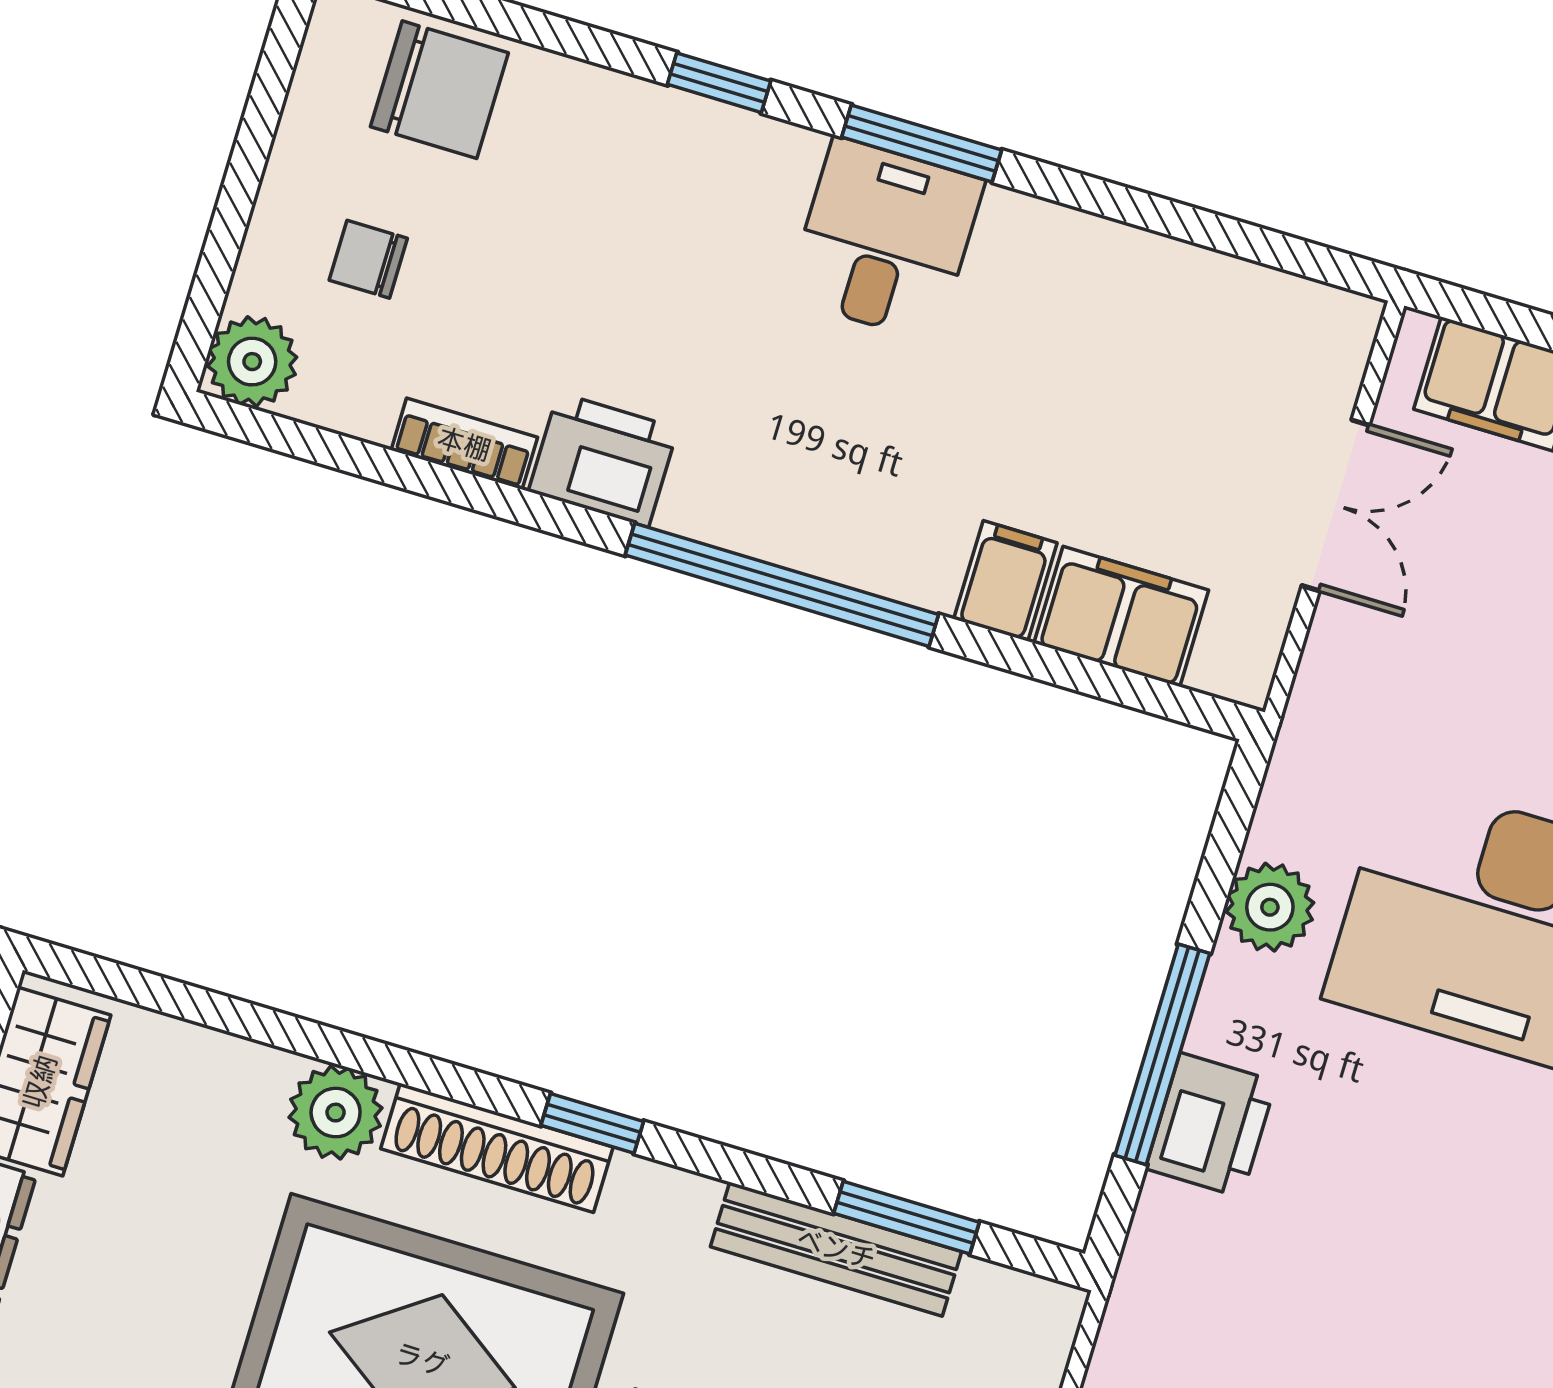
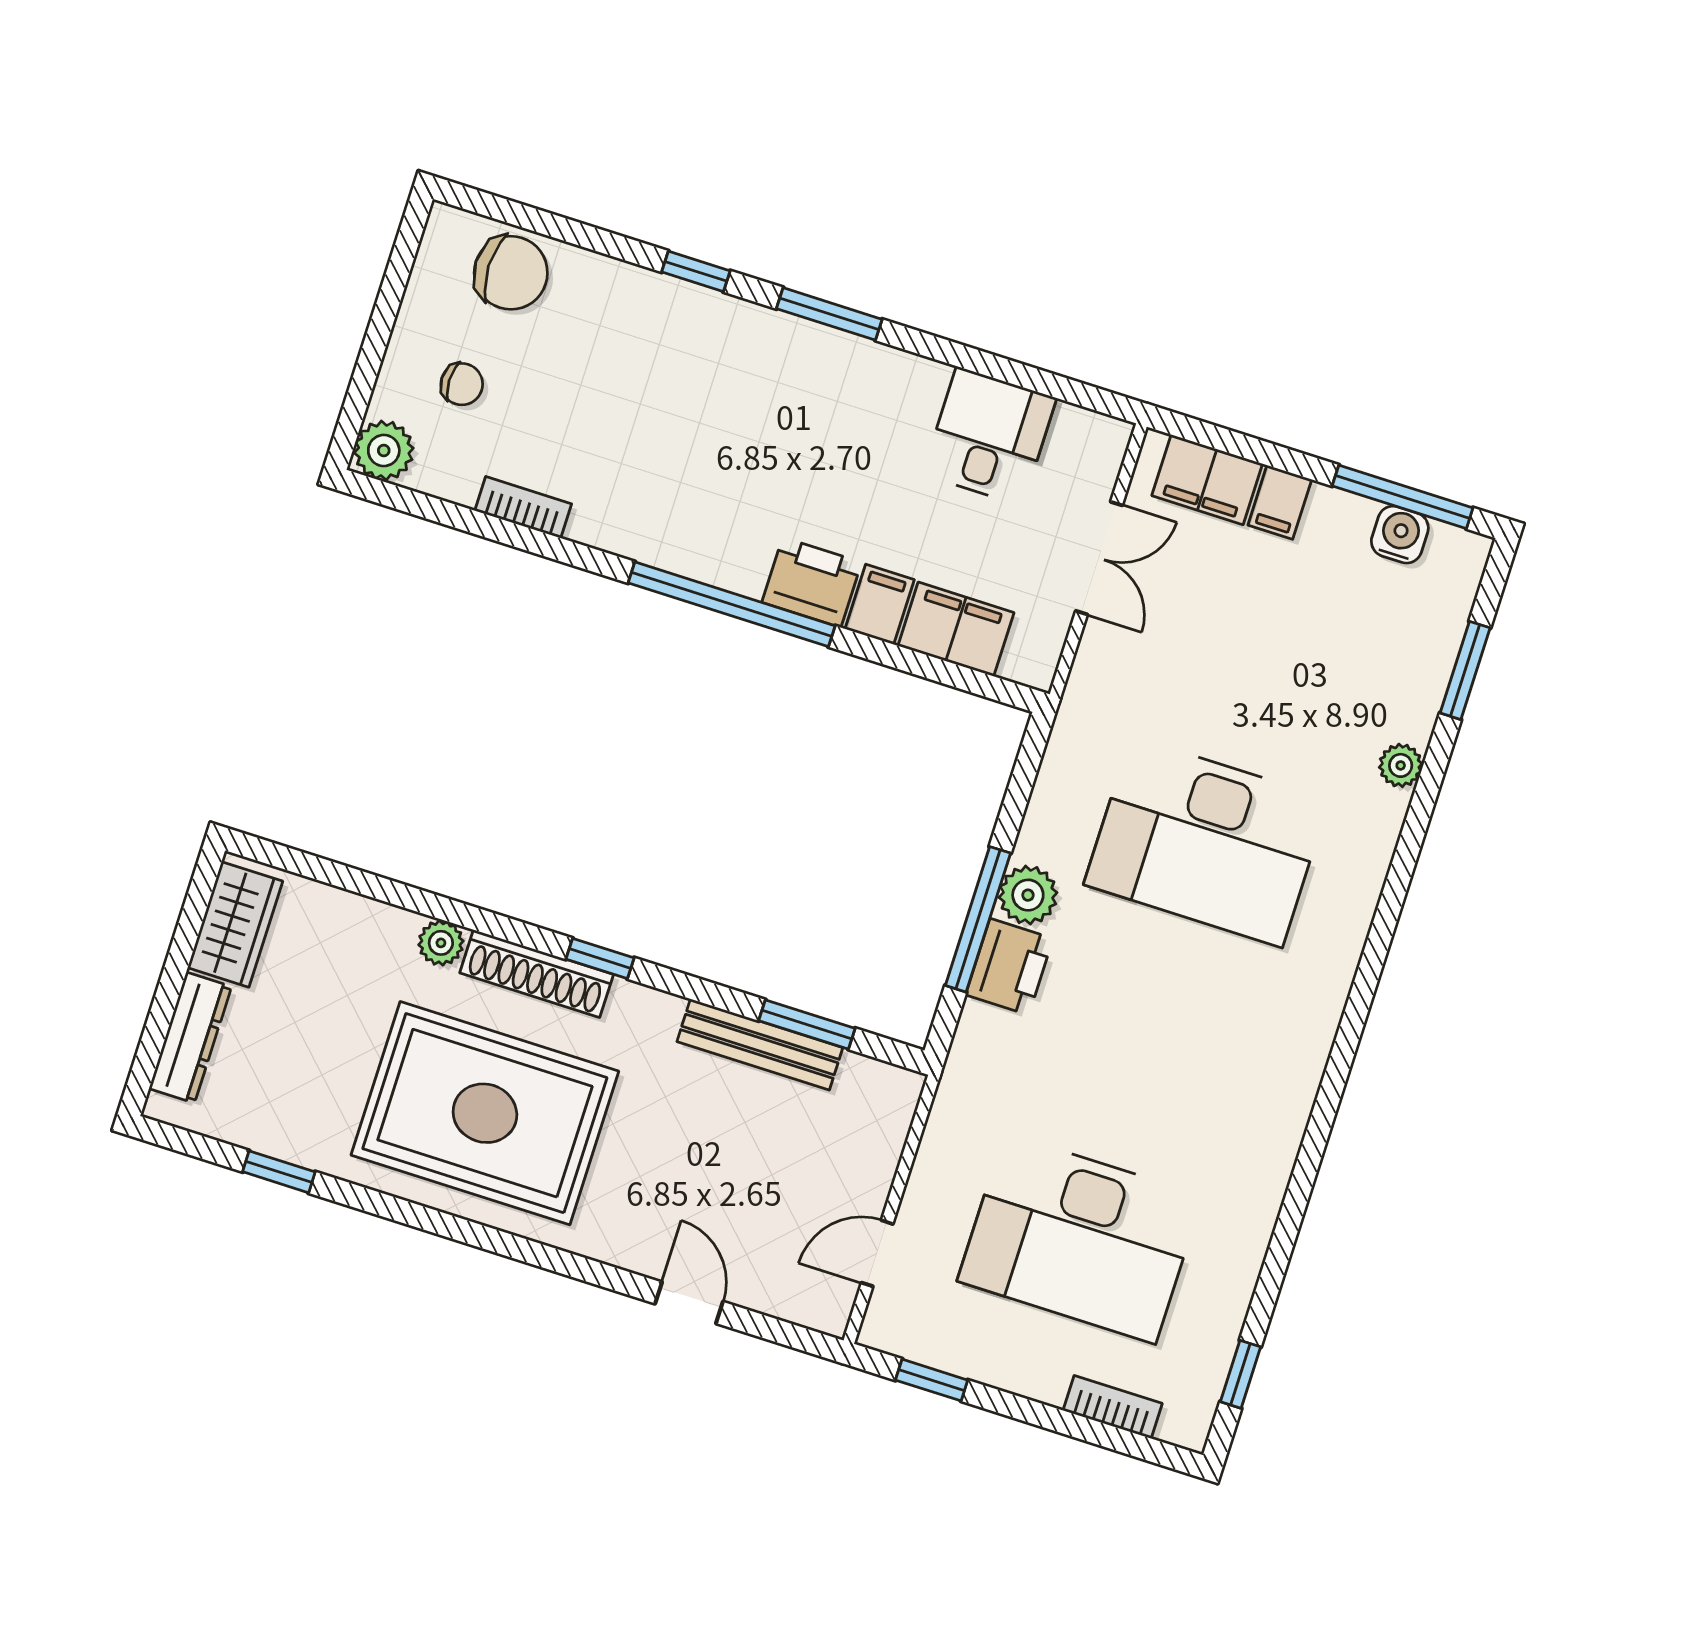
desk: (885, 239) -> (989, 436), moved
chair: (368, 259) -> (462, 384), turned 180
printer: (603, 460) -> (812, 582), moved
plant: (1270, 907) -> (1028, 895), moved
plant: (336, 1113) -> (441, 943), width x0.73, depth x0.73

